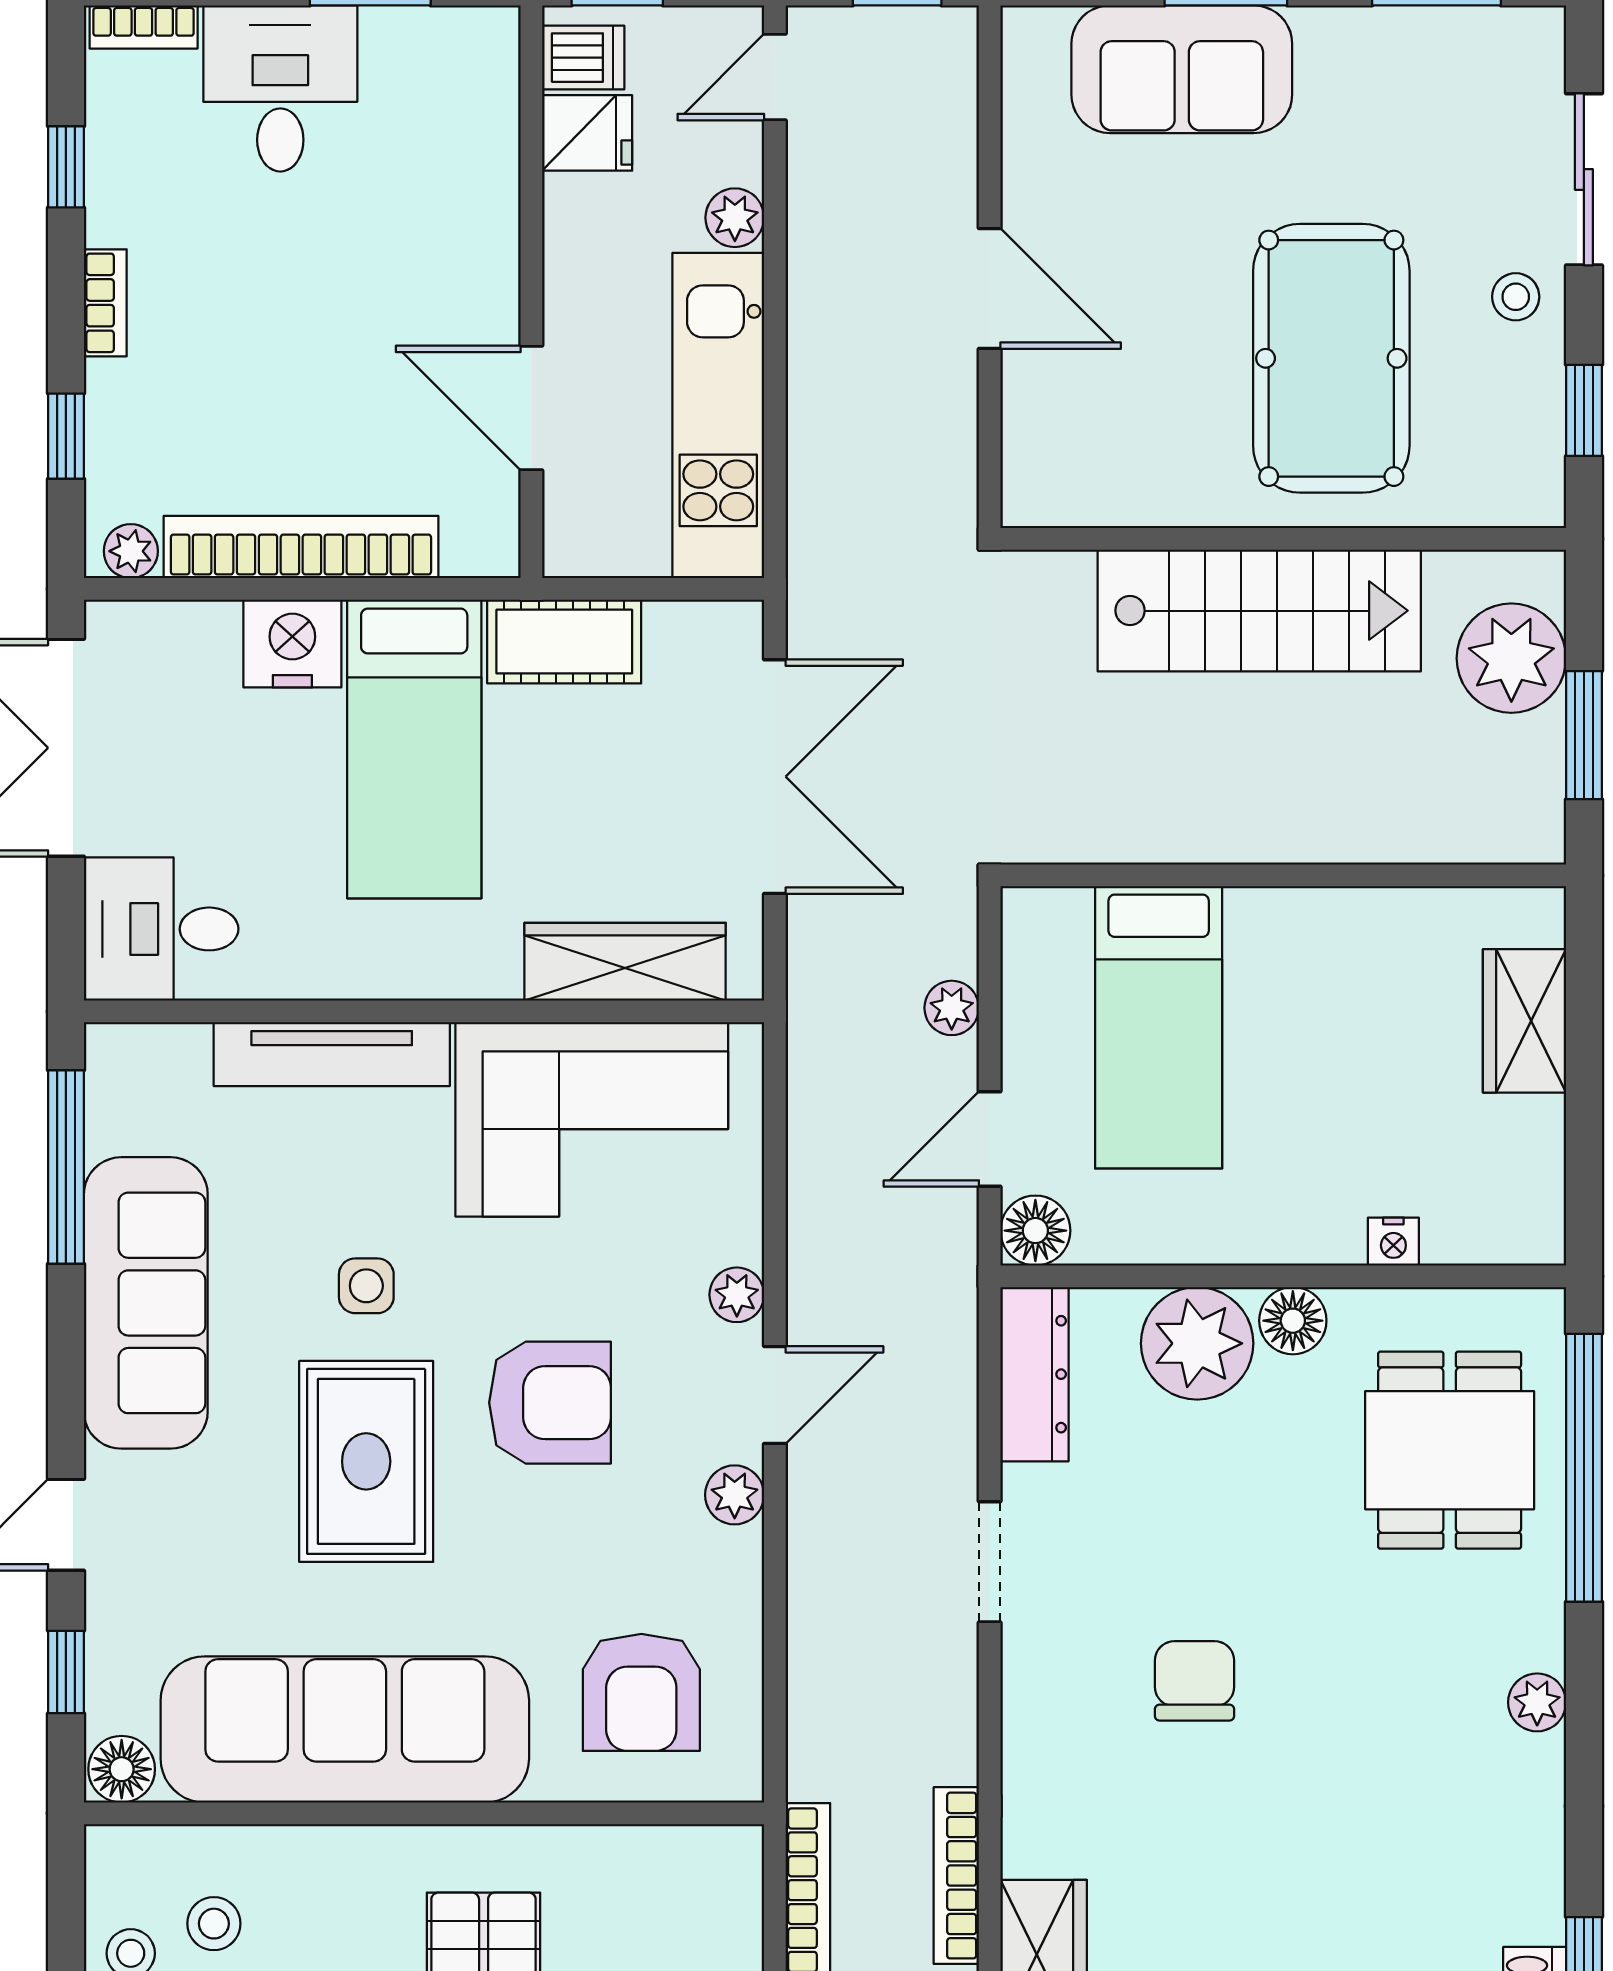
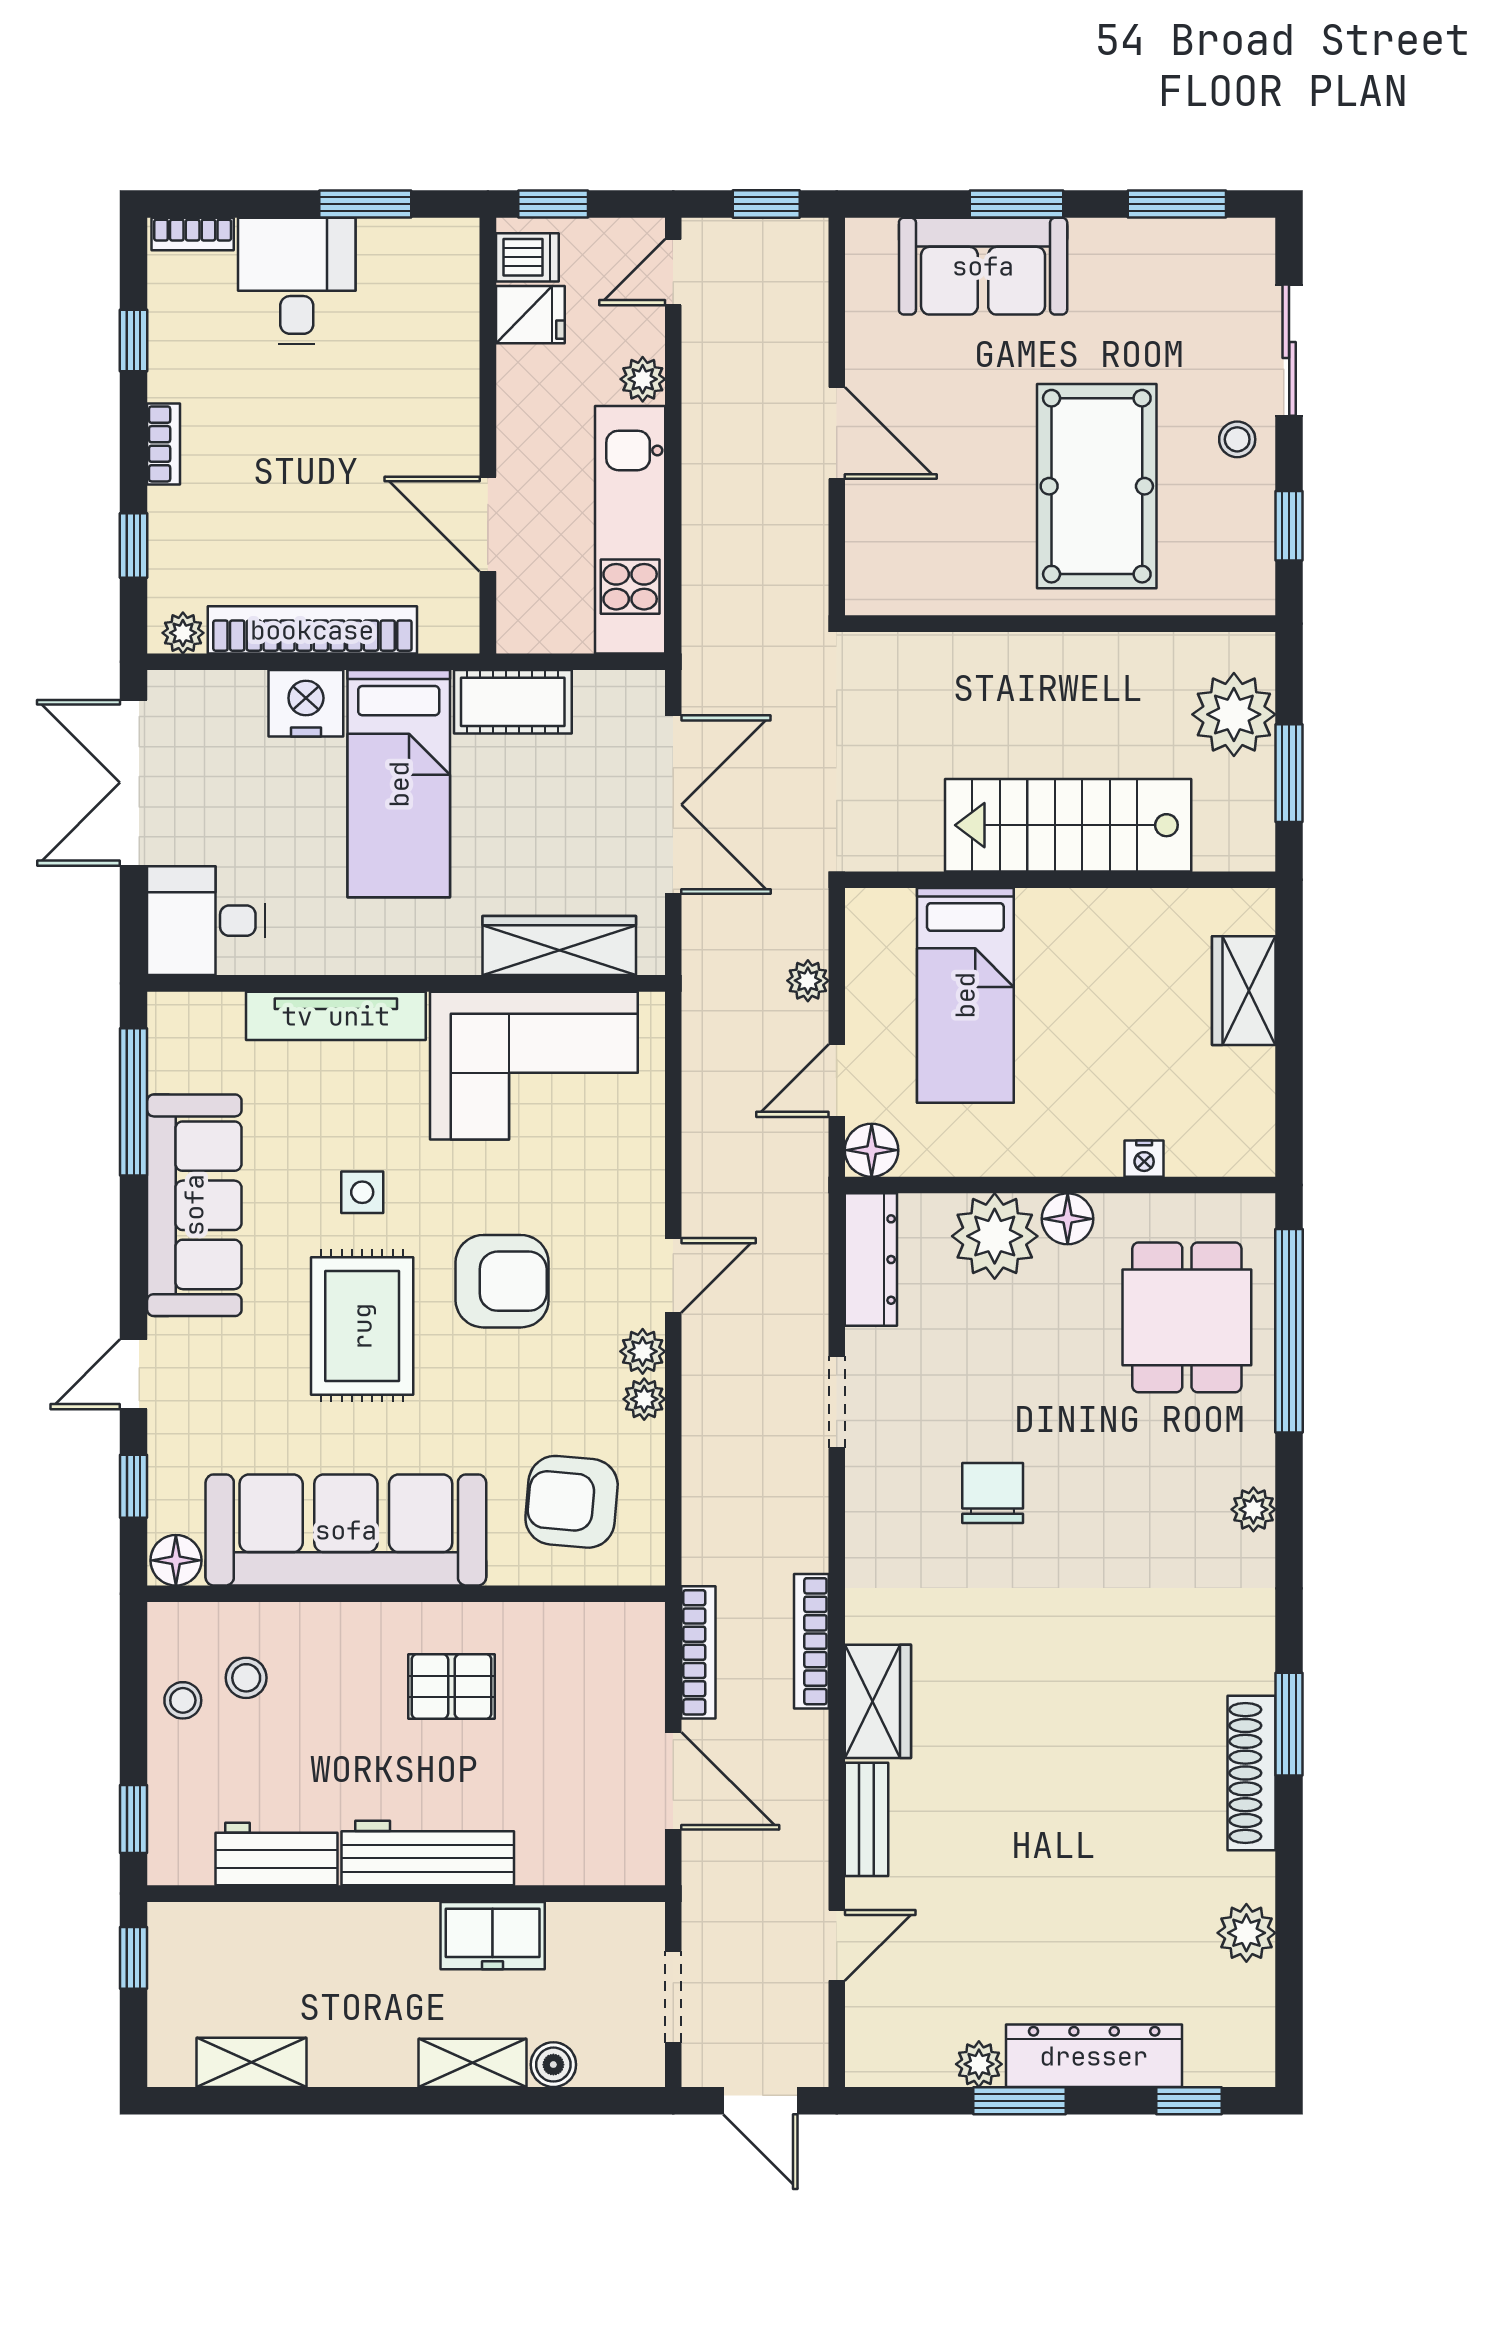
stairs: (1259, 611) -> (1068, 825), moved, turned 180
plant: (737, 1295) -> (644, 1399), moved
armchair: (641, 1692) -> (572, 1502), turned 95

